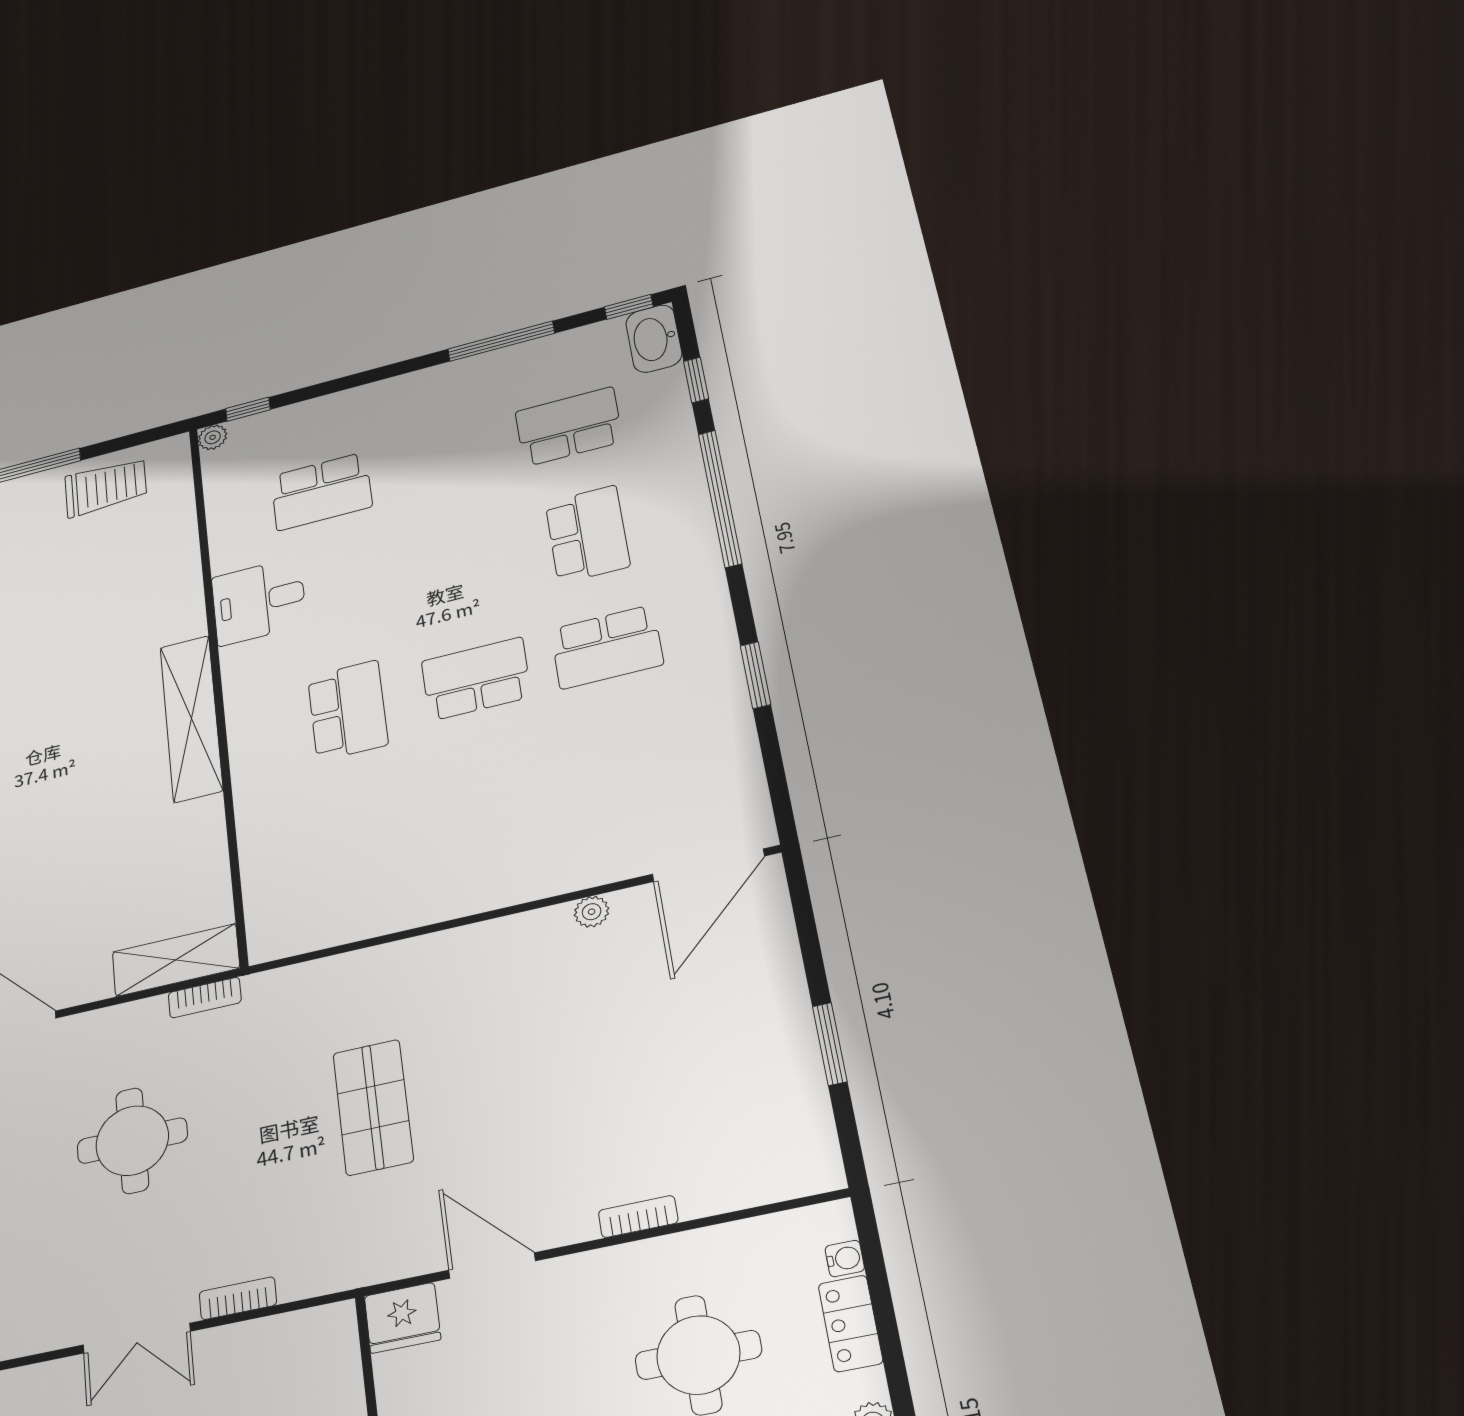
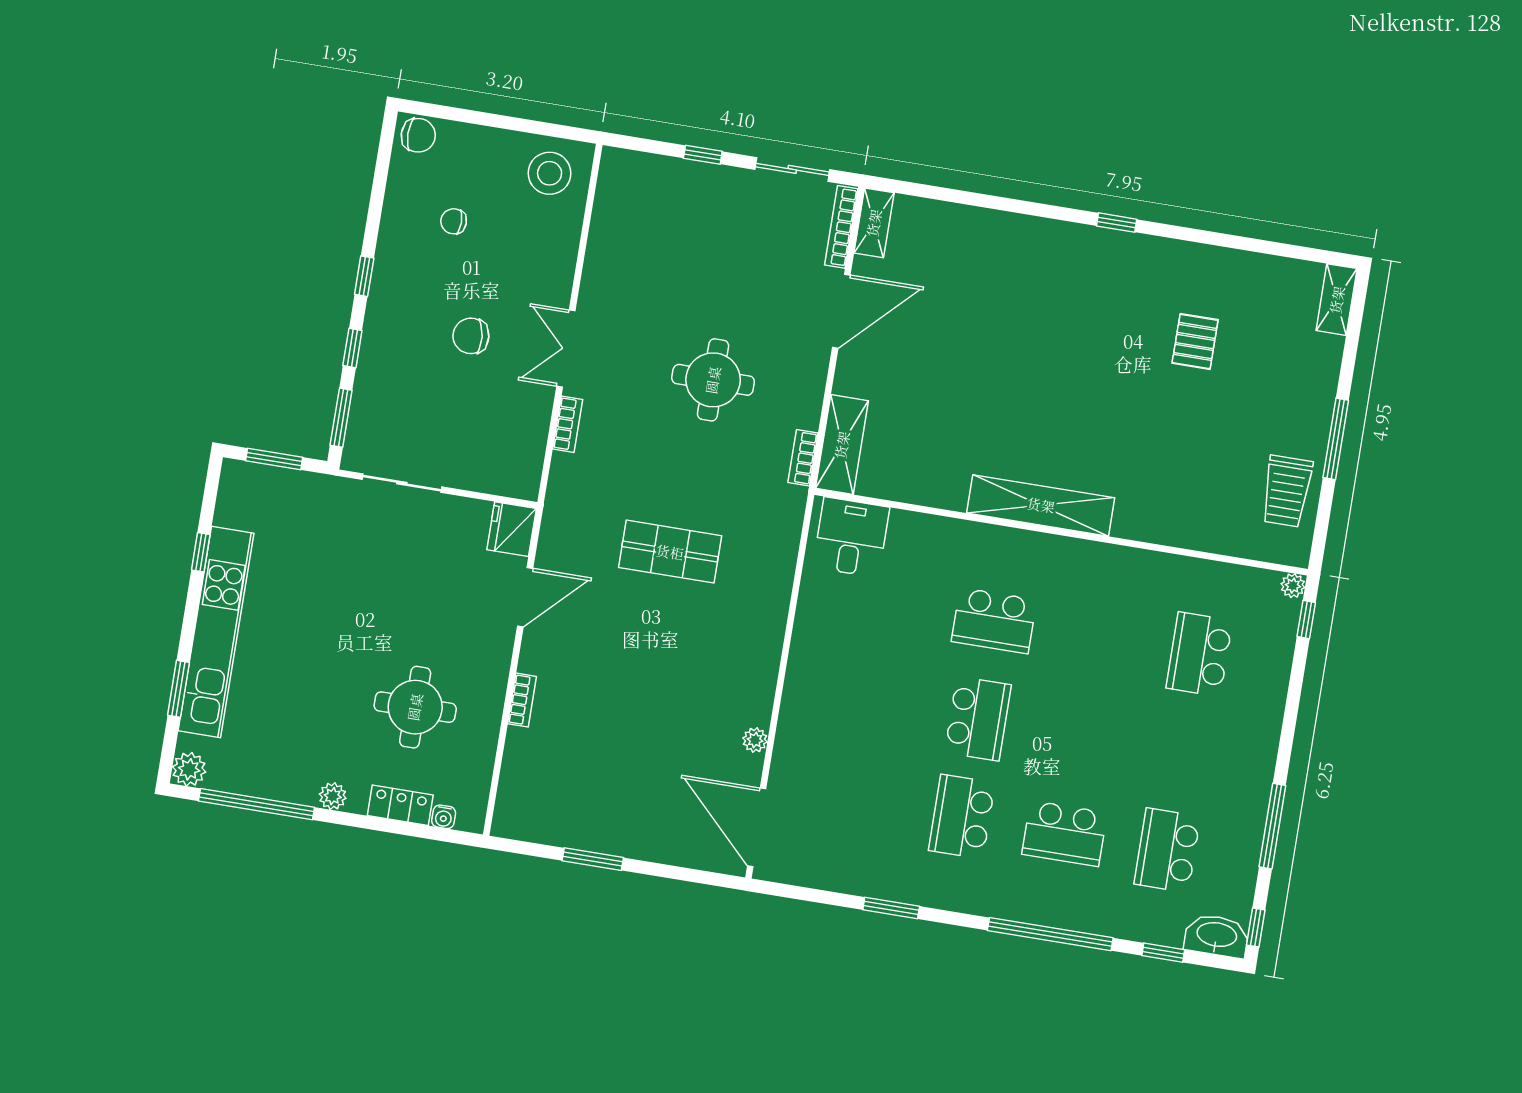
school desk: (569, 427) -> (1167, 850), turned 180
desk: (259, 601) -> (851, 537), moved

